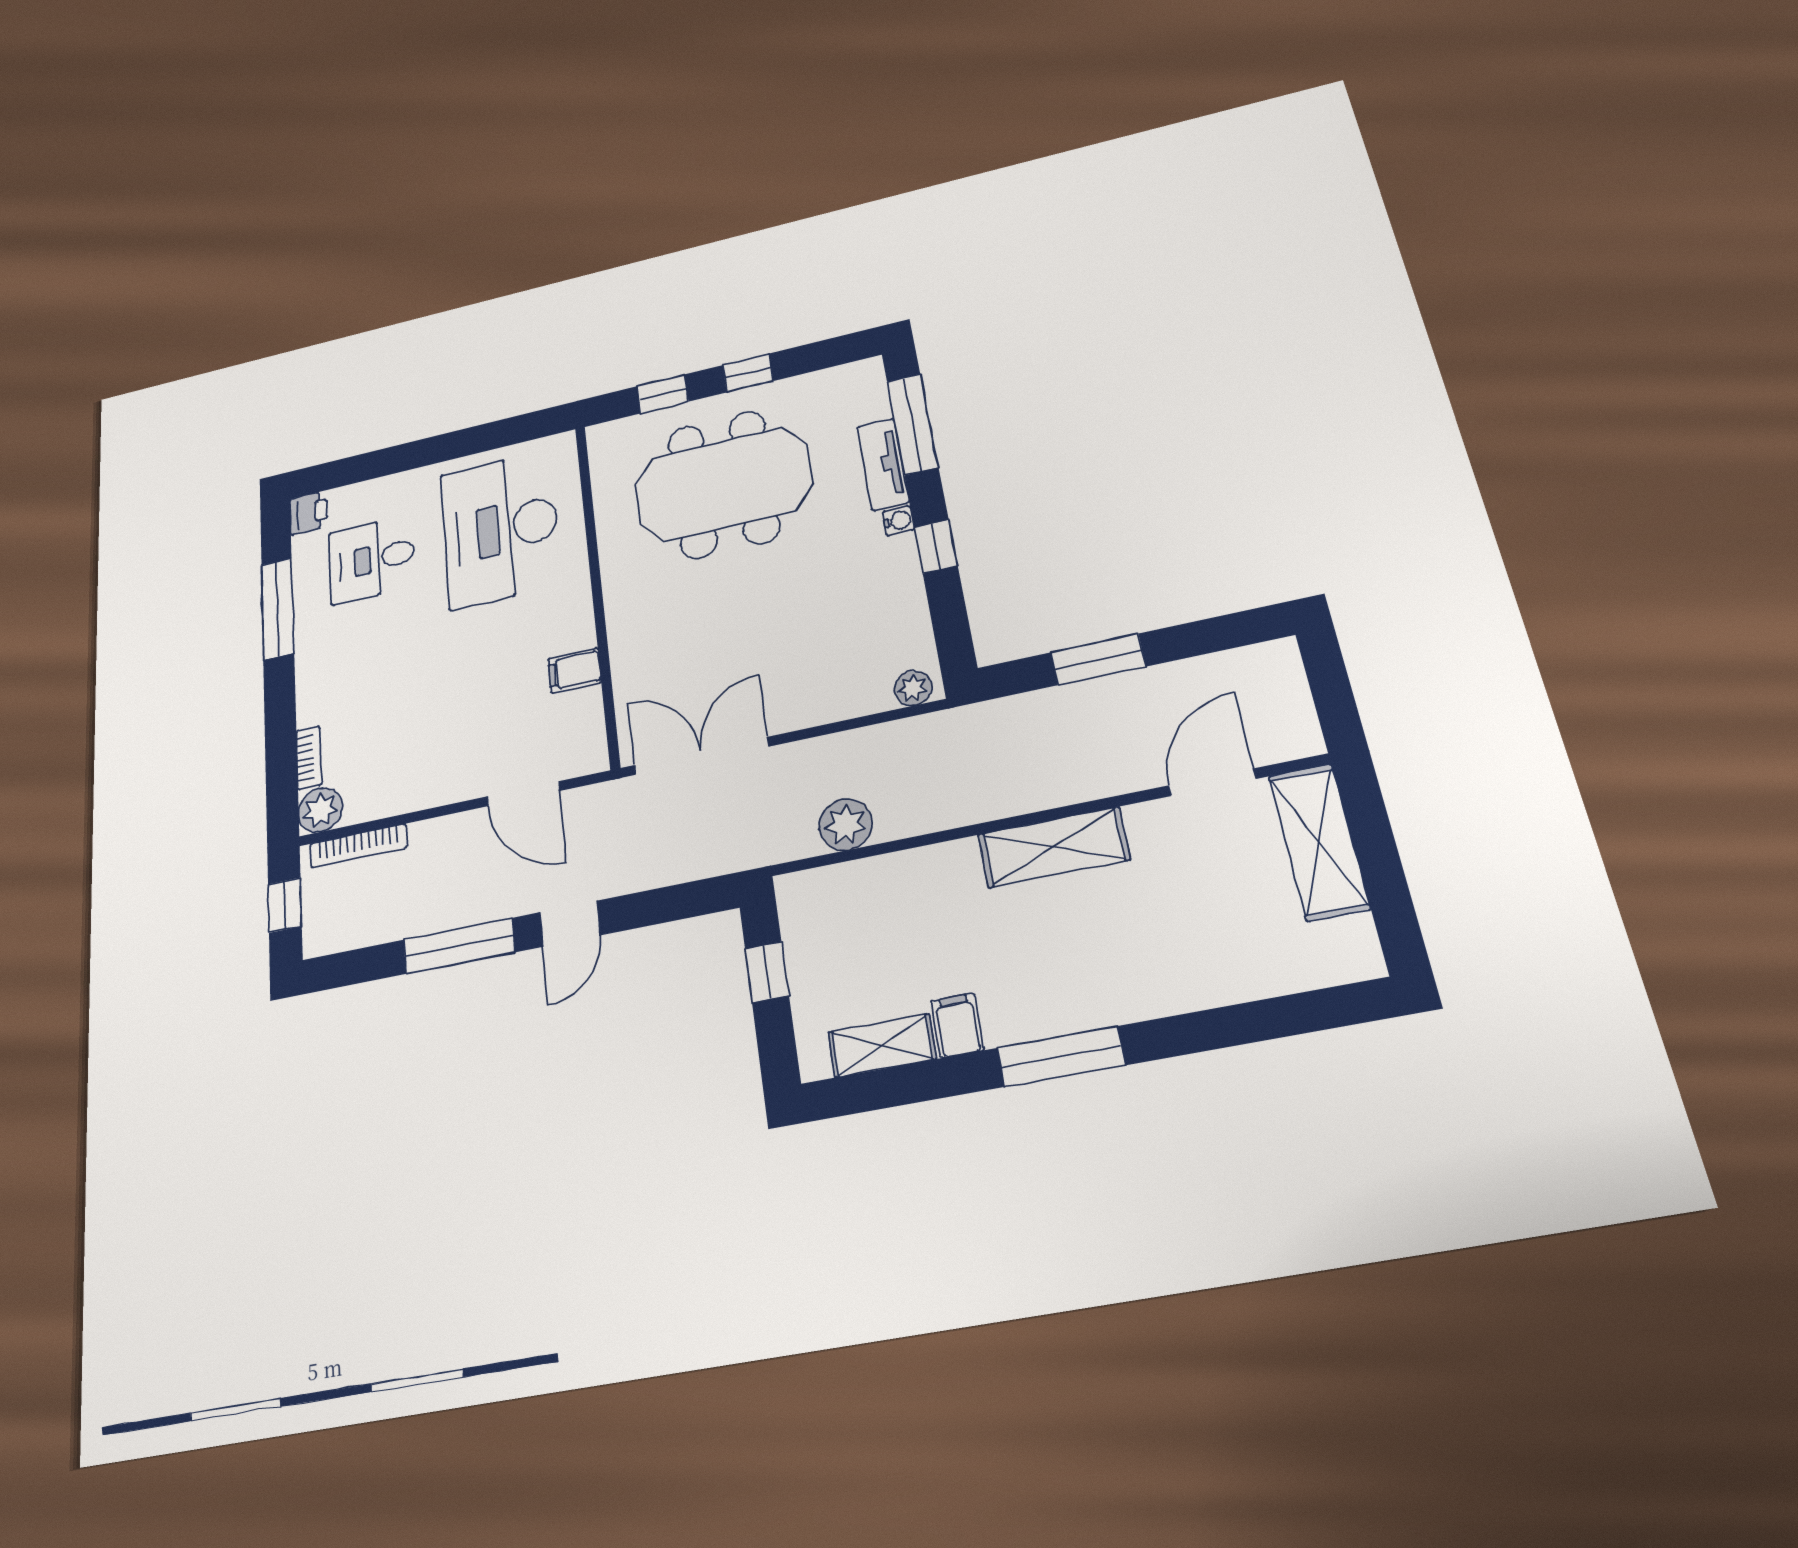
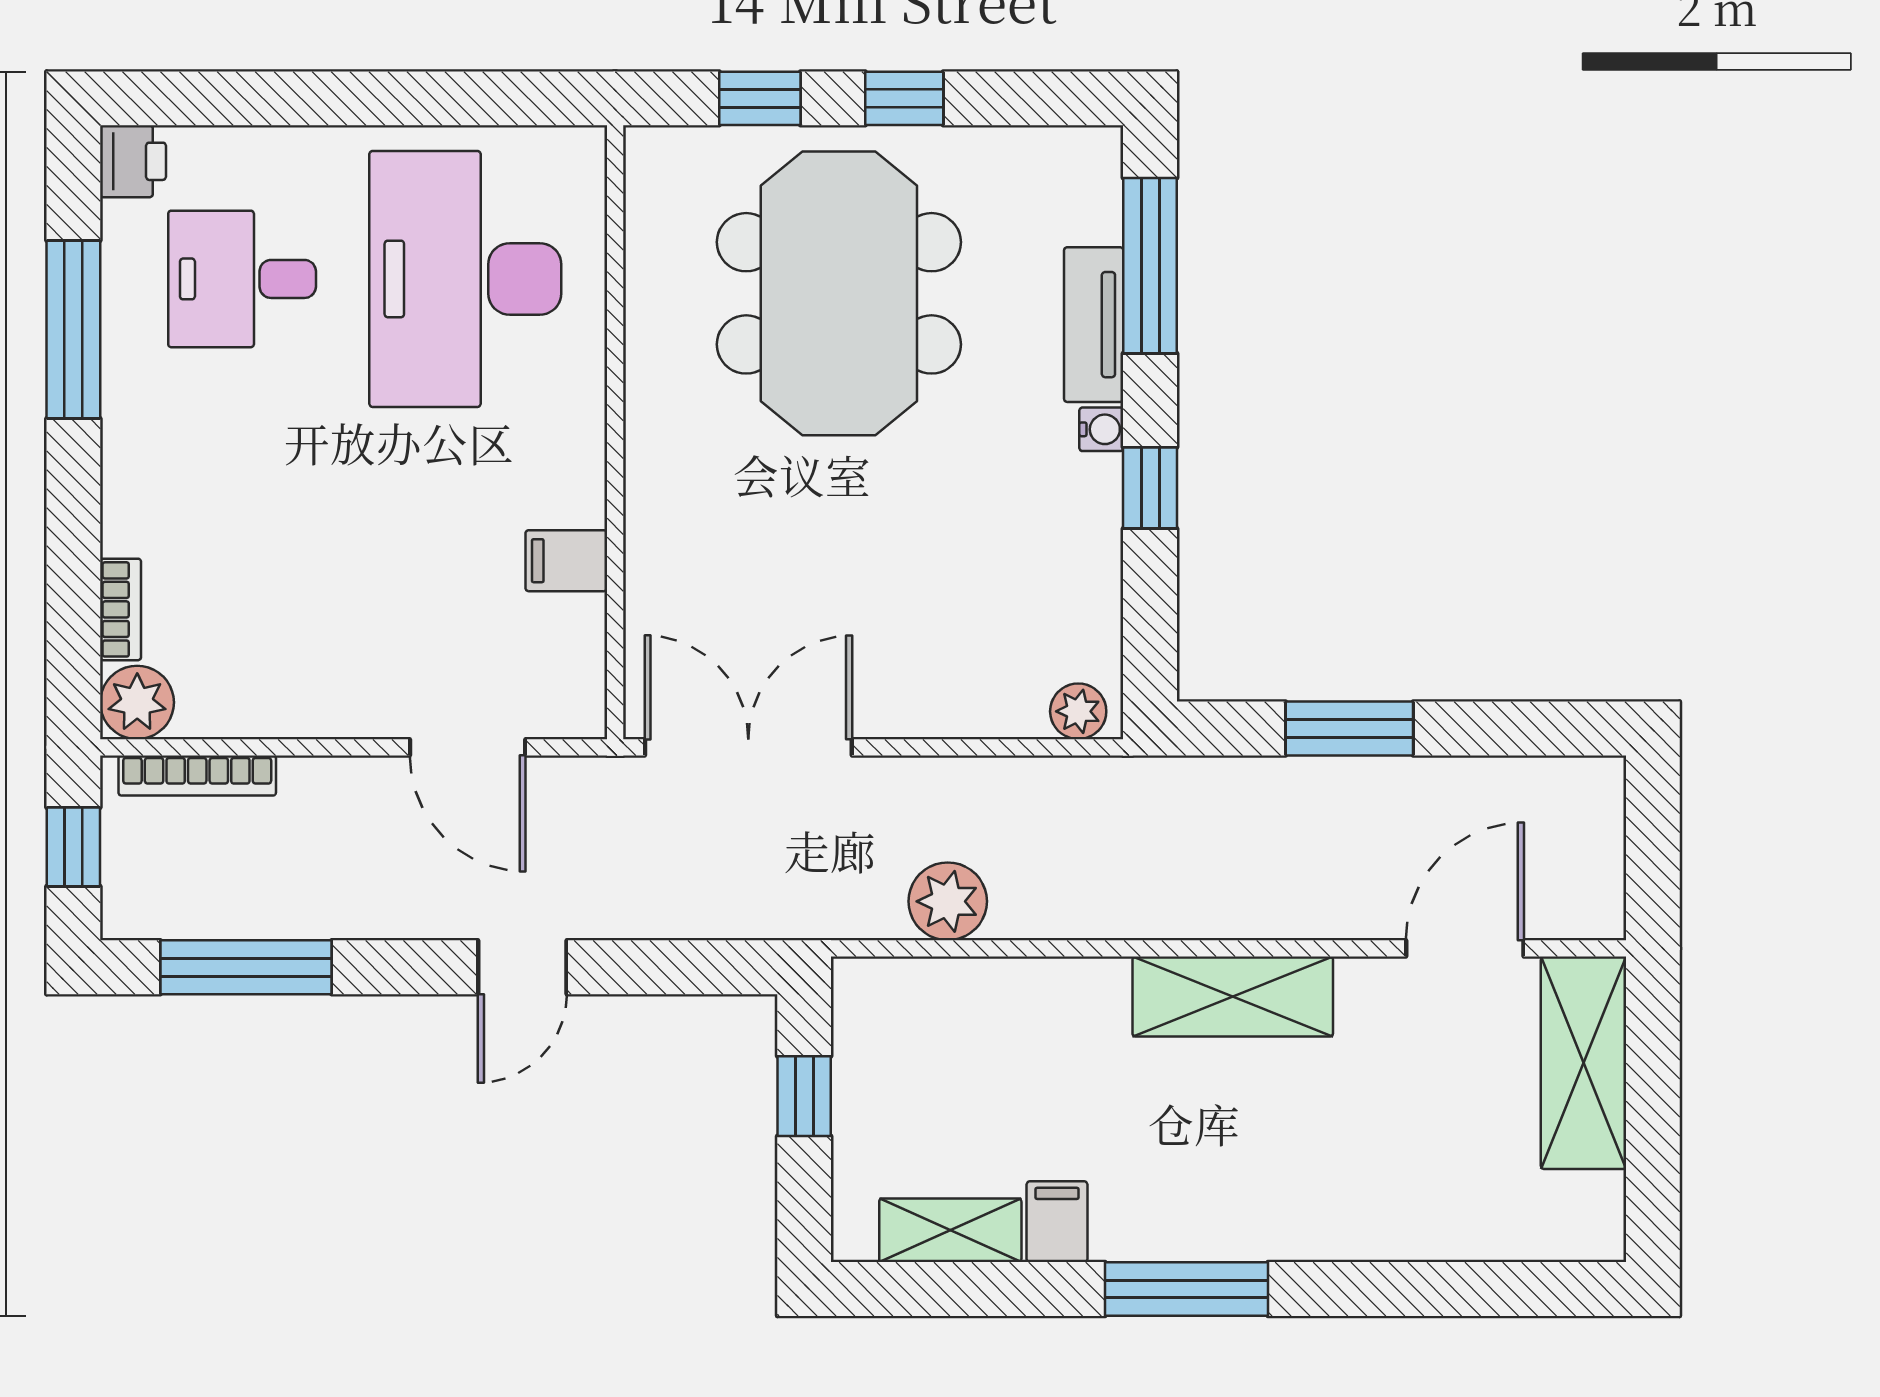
meeting table: (723, 484) -> (839, 293), turned 90
window: (459, 946) -> (246, 967), moved

